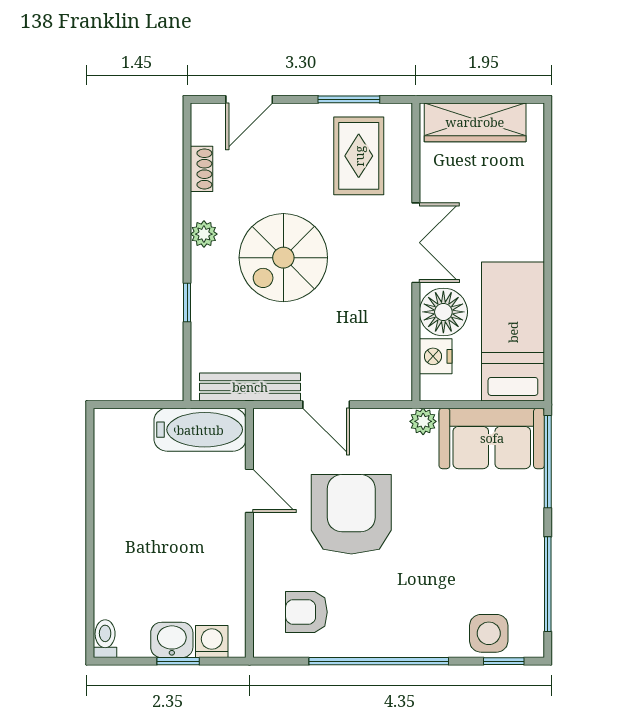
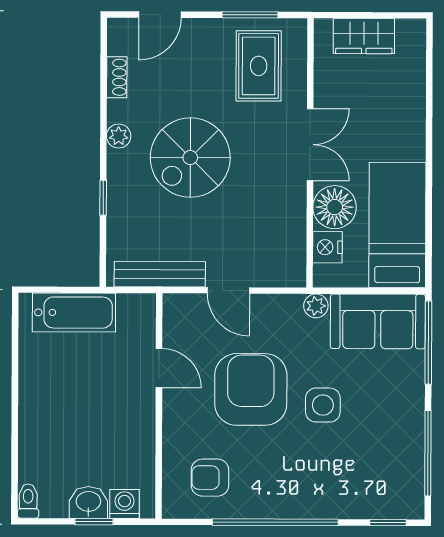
wardrobe: (475, 122) -> (364, 36), width x0.67
bathtub: (200, 430) -> (74, 313), moved
side table: (489, 633) -> (323, 405), moved

